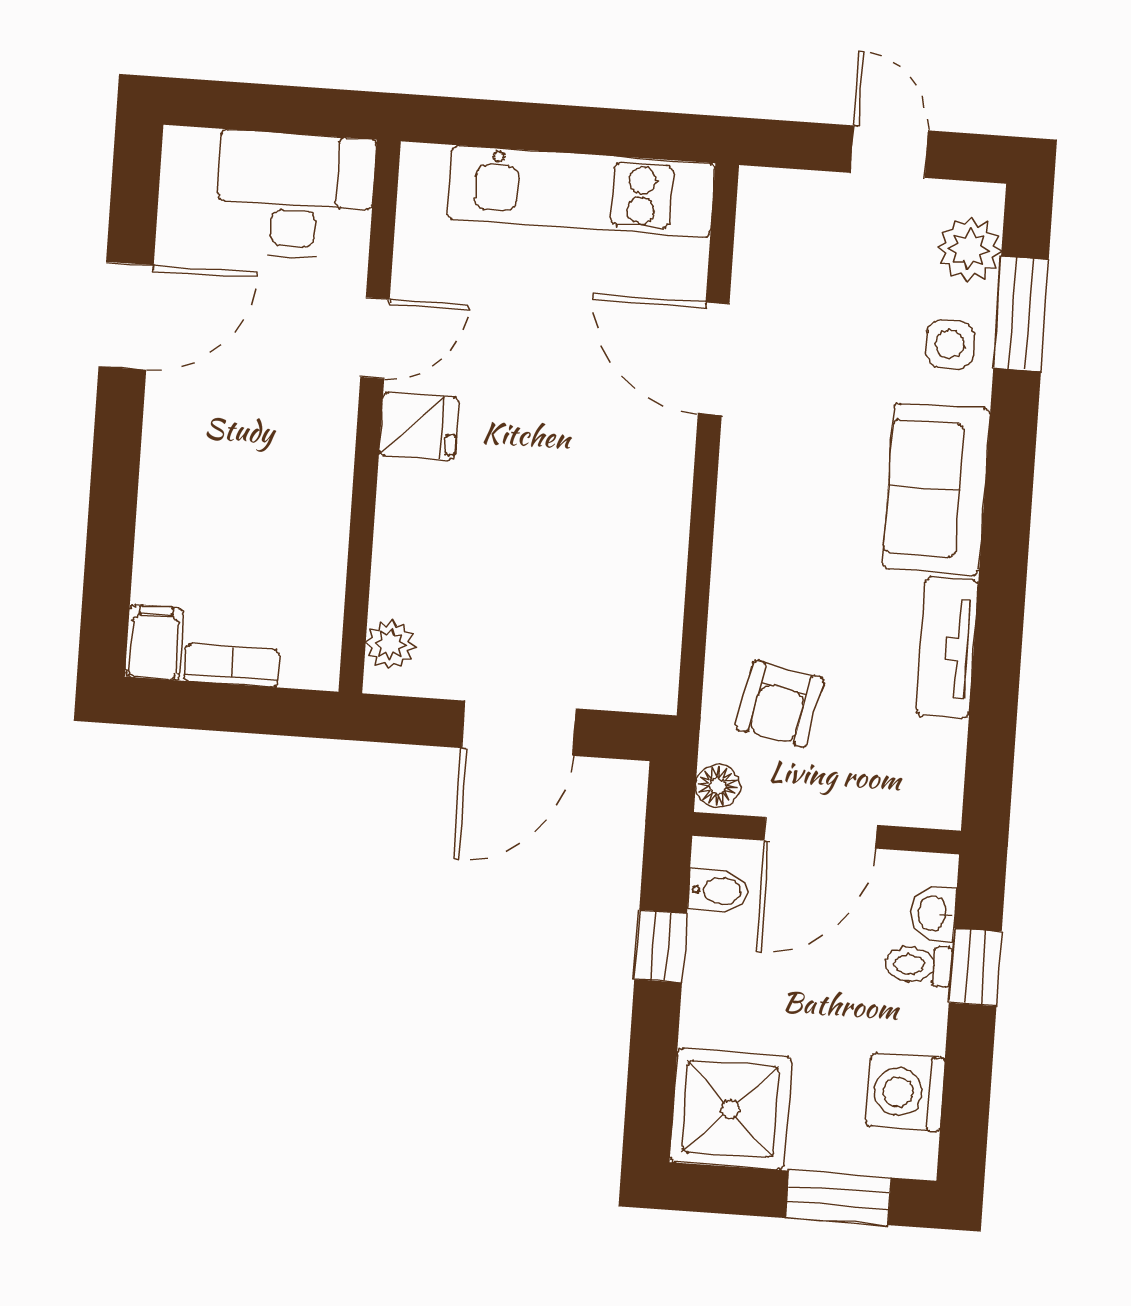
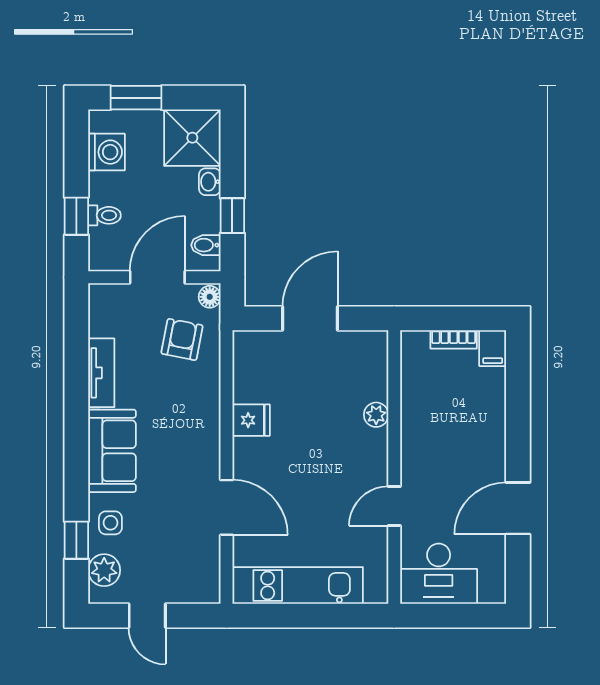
window: (1021, 314) -> (76, 540), width x0.67
fridge: (419, 426) -> (251, 420), moved, turned 180
plant: (390, 644) -> (376, 415), moved
washbasin: (933, 914) -> (210, 182), moved, turned 180

